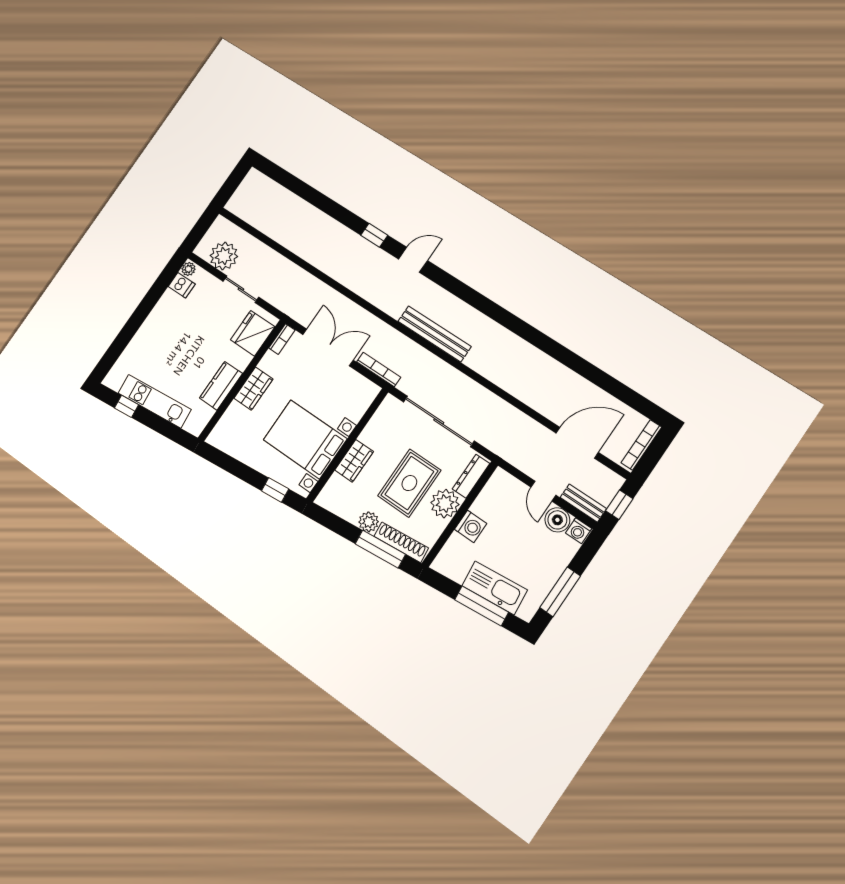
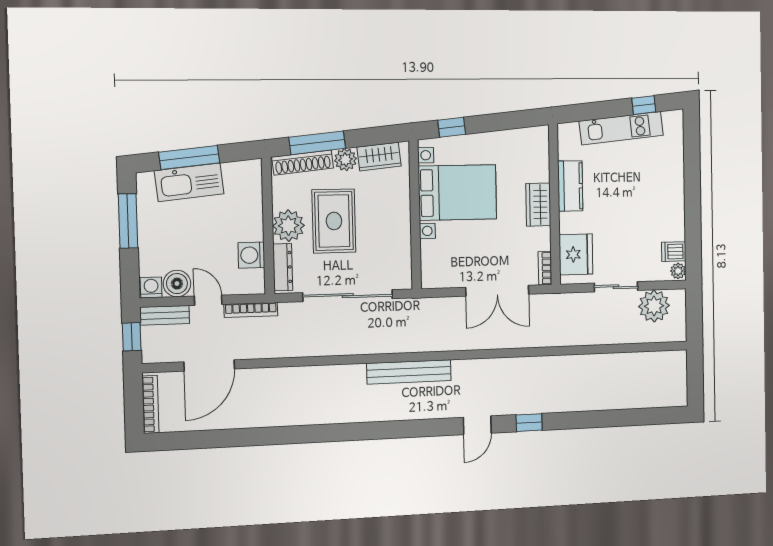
bookcase: (379, 370) -> (251, 310), moved
wardrobe: (354, 461) -> (379, 157), moved, turned -96
washing machine: (471, 526) -> (251, 255), moved

